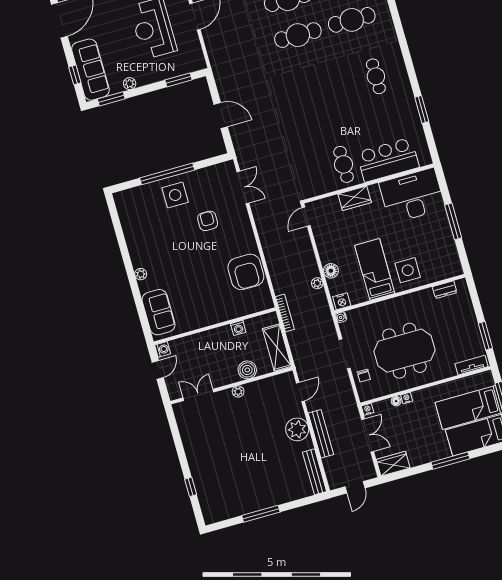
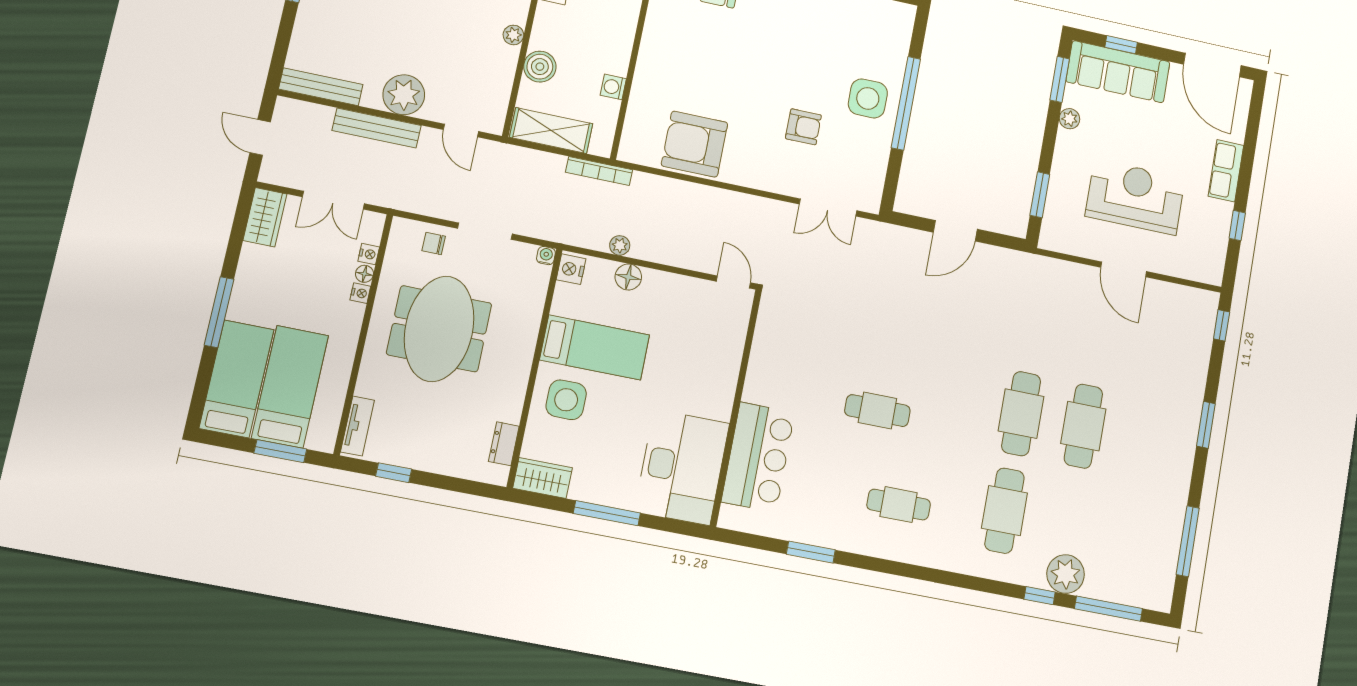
cafe table: (344, 164) -> (877, 411), moved
wardrobe: (355, 198) -> (543, 478), moved, turned 90
window: (485, 336) -> (394, 473), width x0.67
nightstand: (368, 409) -> (369, 254), moved

